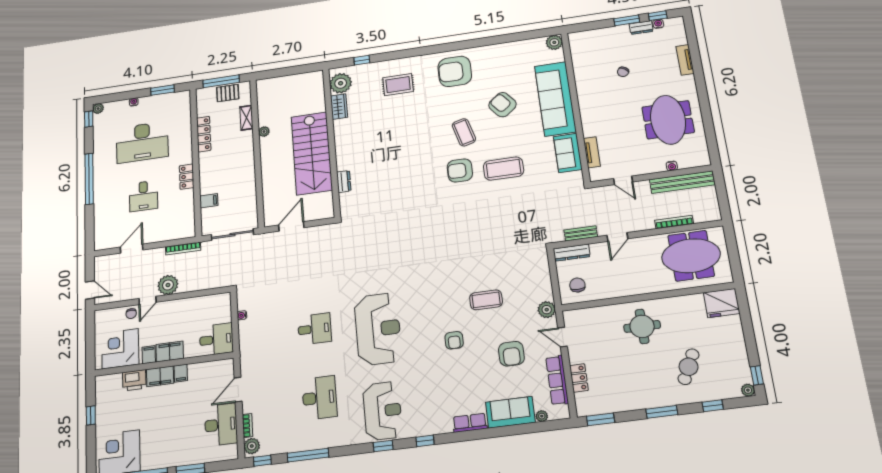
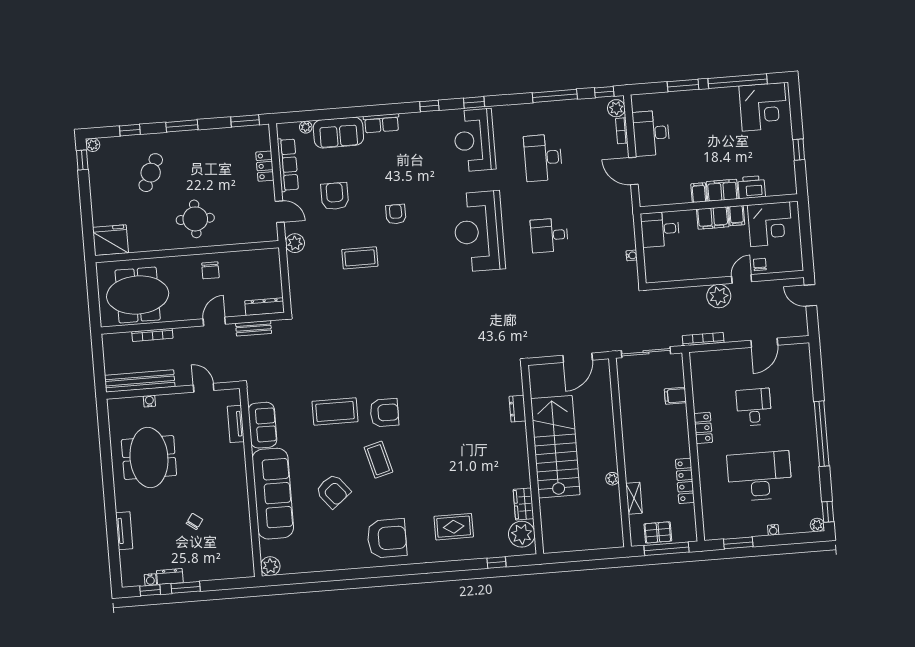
chair: (577, 285) -> (210, 270), moved
door: (238, 390) -> (633, 171), swing flipped

